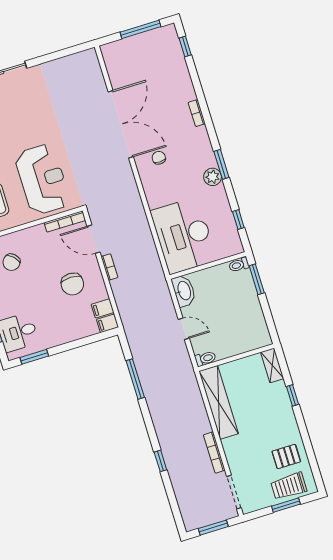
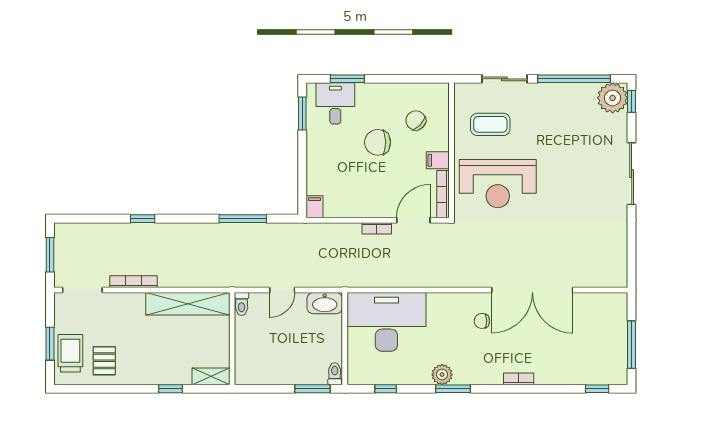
chair: (159, 158) -> (482, 321), turned 180
chair: (72, 284) -> (378, 142), moved
filing cabinet: (103, 308) -> (438, 160), moved, turned -90

